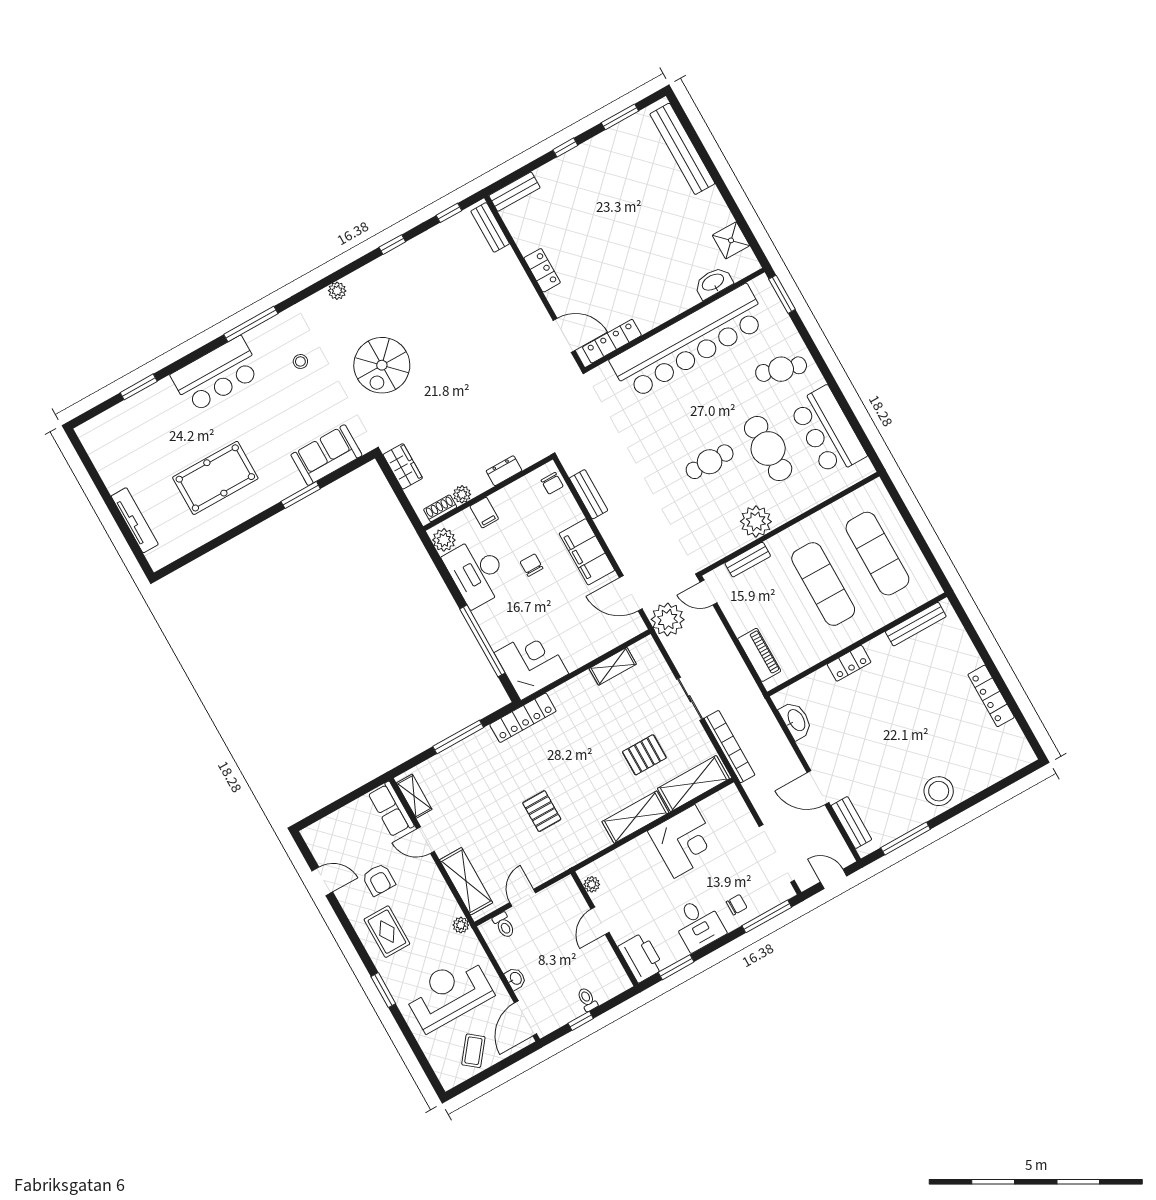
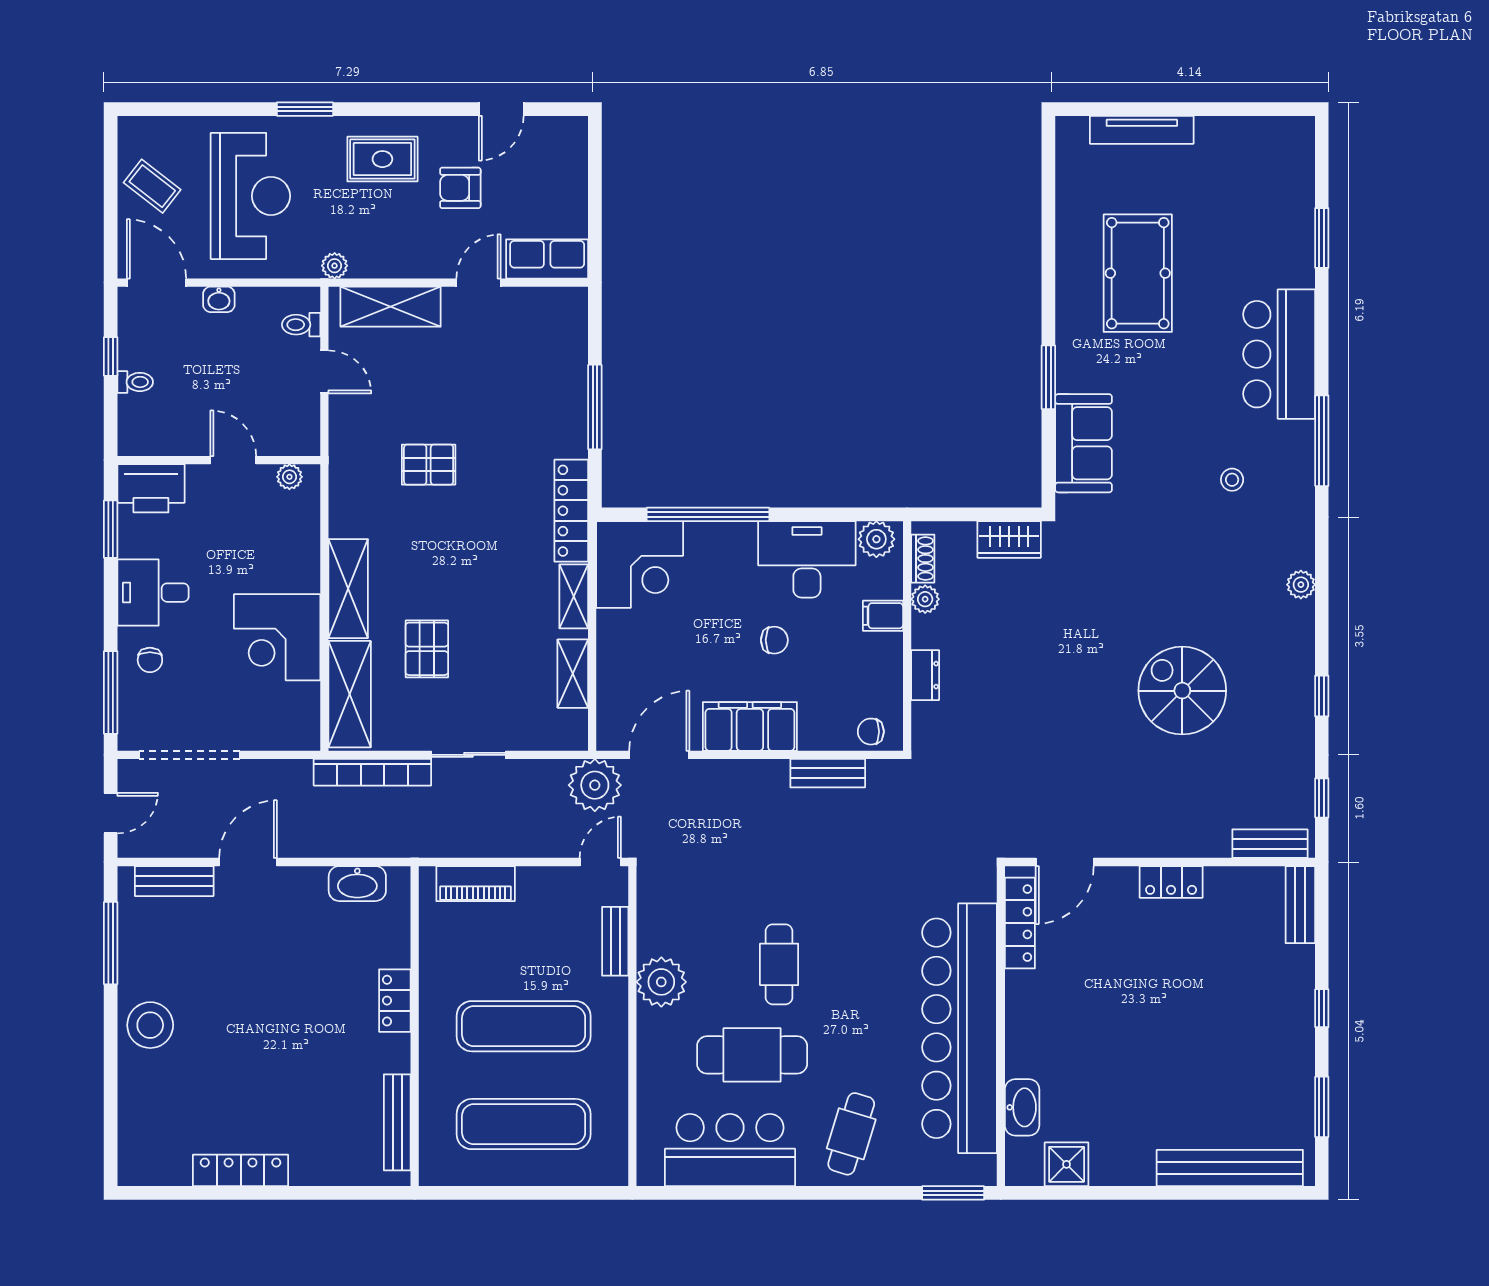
spiral stairs: (382, 365) -> (1182, 691), moved
shelving: (414, 796) -> (574, 596), moved, turned 90

